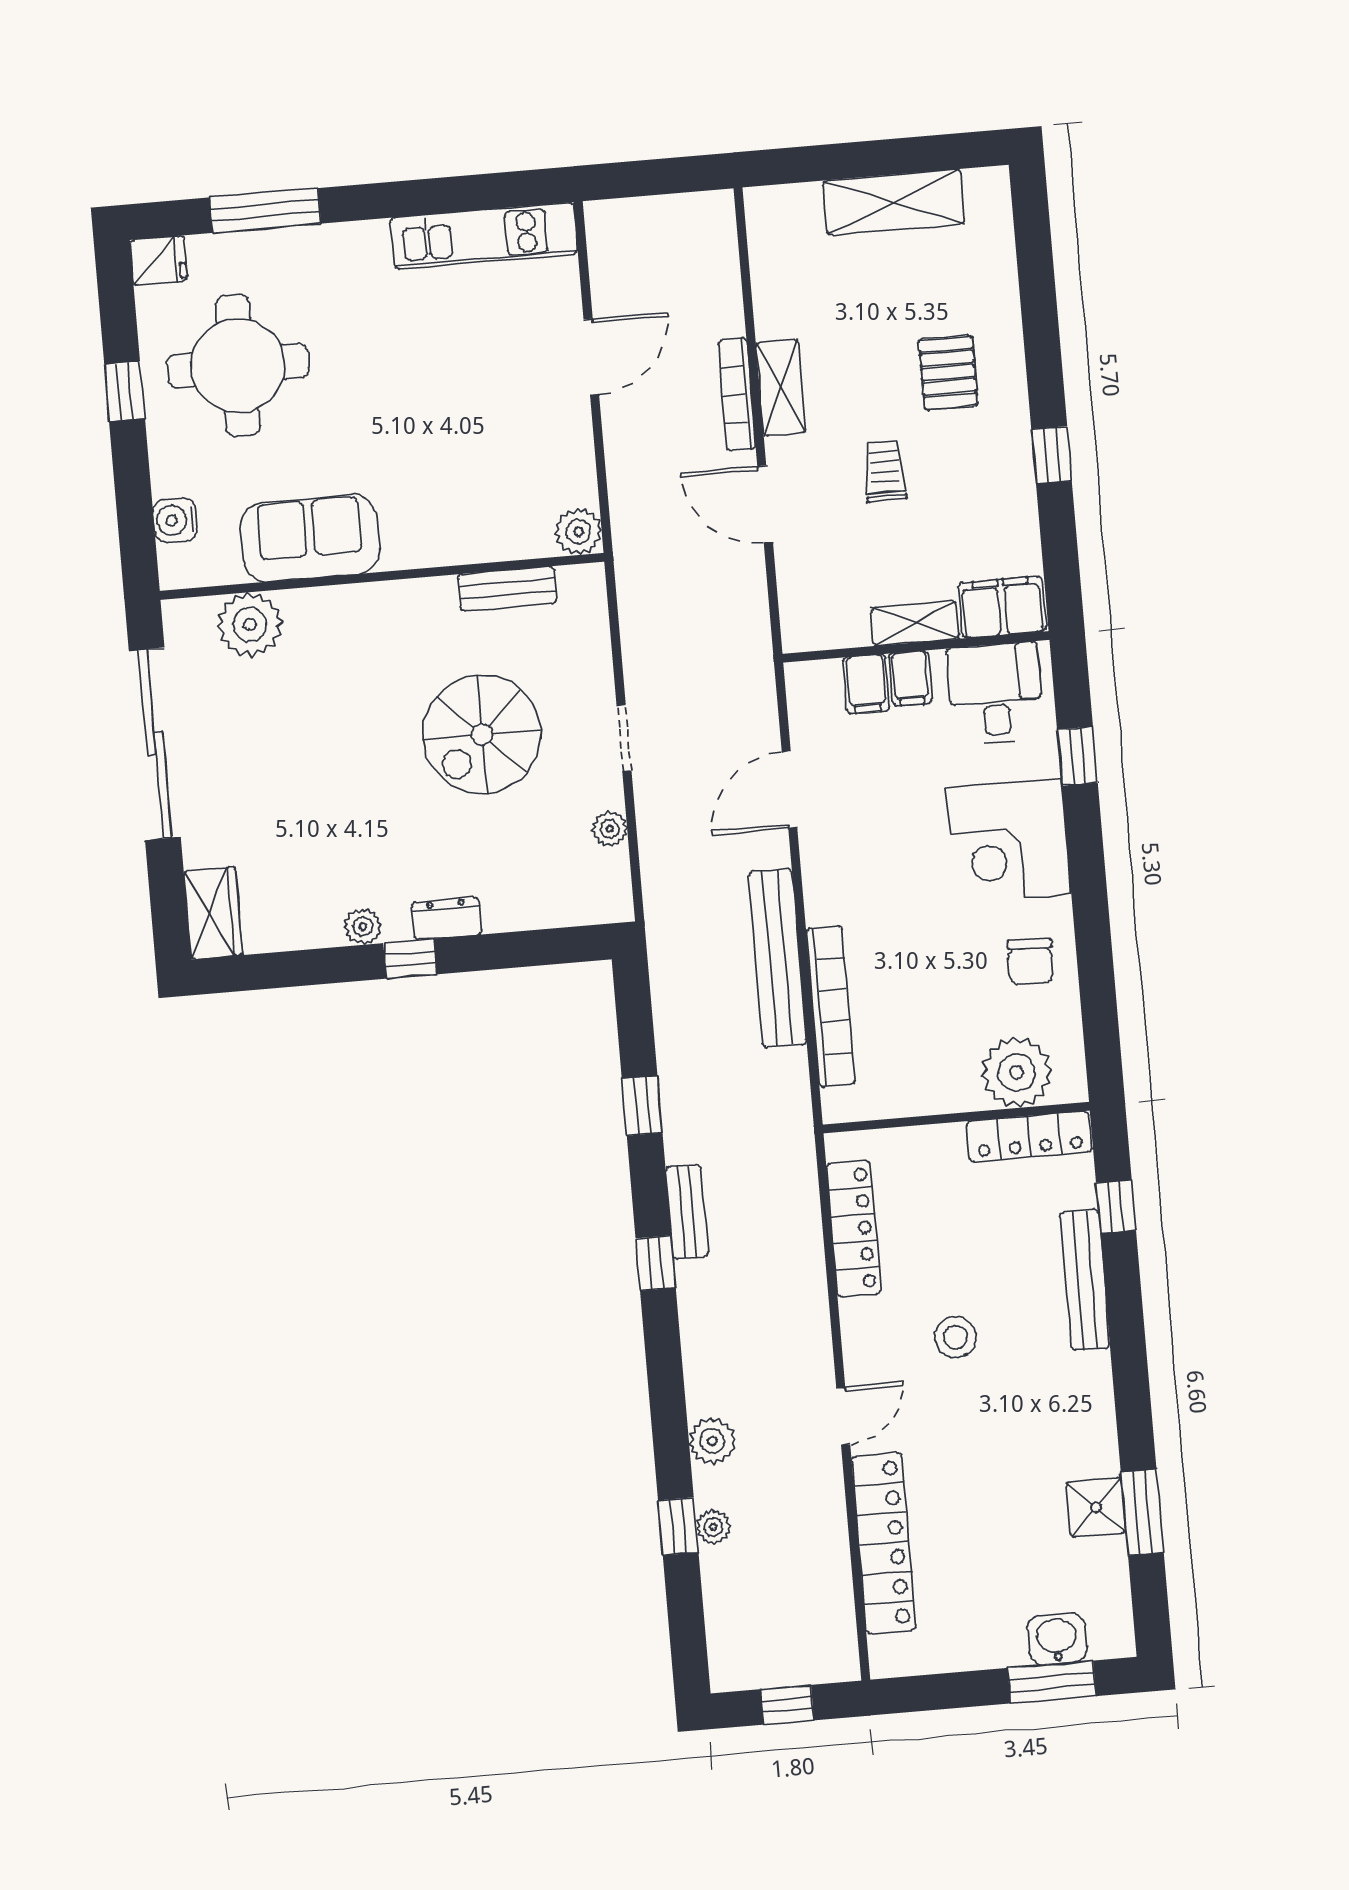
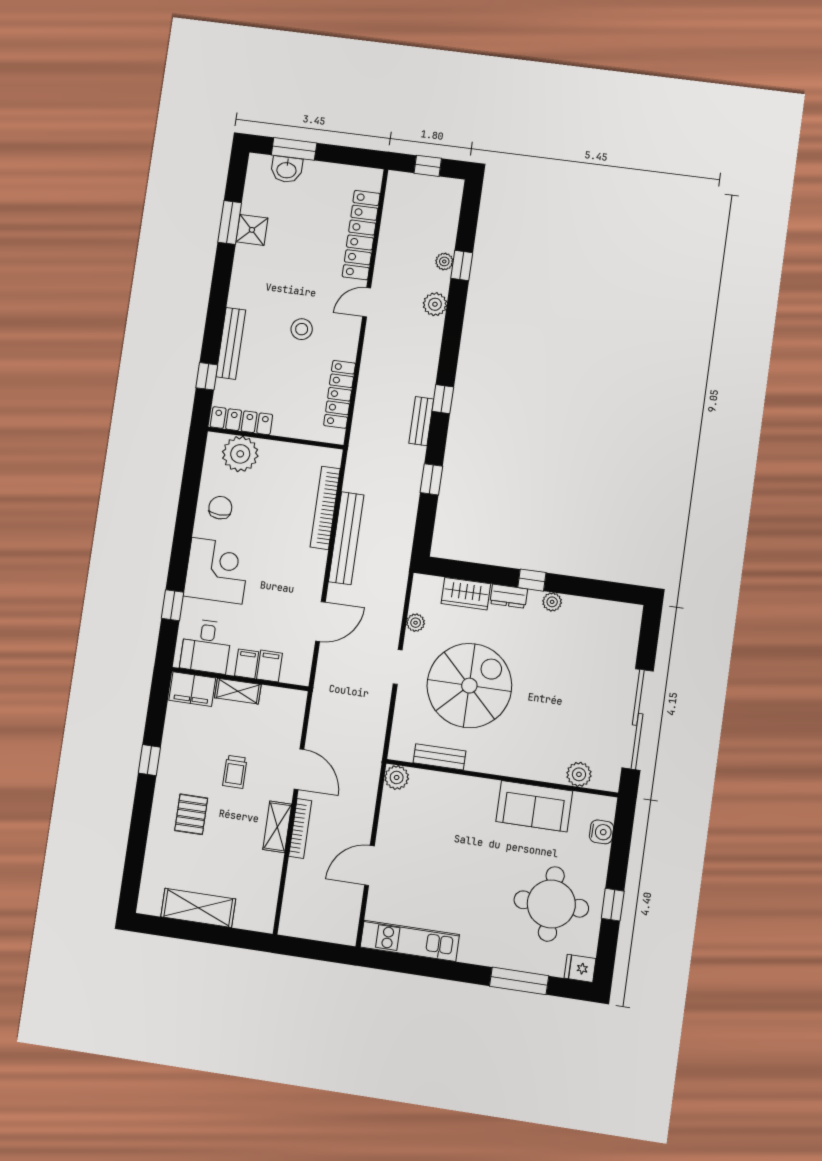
plant: (250, 625) -> (579, 774), width x0.73, depth x0.73
spiral stairs: (482, 734) -> (469, 686), width x1.37, depth x1.37
wardrobe: (213, 913) -> (466, 594), moved, turned -90

